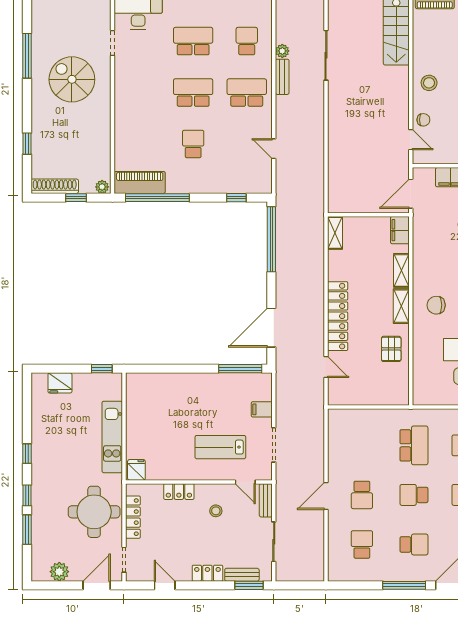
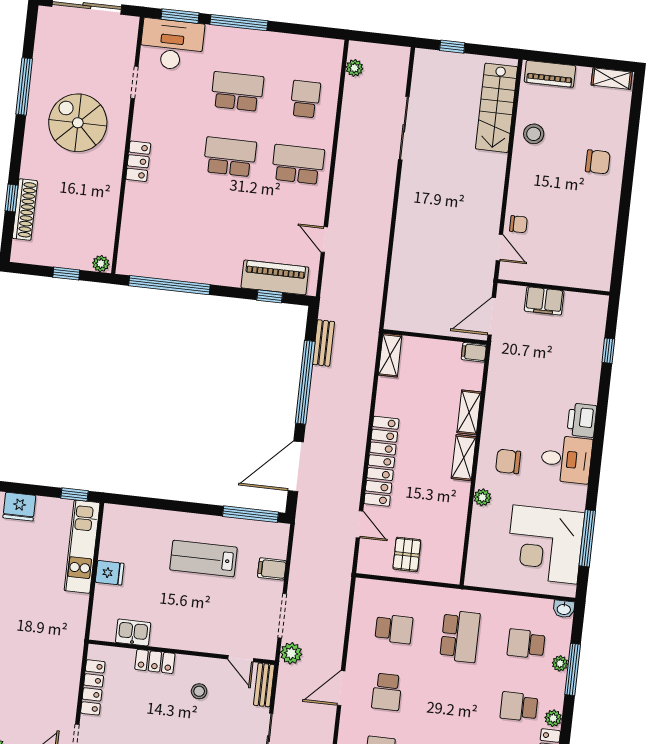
plant: (282, 51) -> (354, 68), moved
bench: (282, 77) -> (324, 343), moved
stool: (429, 83) -> (534, 134), moved
locker: (122, 104) -> (138, 161), added
school desk: (193, 144) -> (223, 222), removed
piano: (140, 182) -> (275, 277), moved
shoe rack: (55, 186) -> (25, 210), moved, turned 90
filing cabinet: (400, 230) -> (474, 352), width x0.50
window: (271, 239) -> (305, 382), moved
plant: (419, 335) -> (482, 497), added
pallet: (391, 349) -> (407, 554), moved
kitchen unit: (112, 437) -> (82, 547), moved
lab bench: (220, 447) -> (203, 559), moved
fridge: (136, 470) -> (110, 573), moved, turned 90
kitchen sink: (159, 471) -> (133, 632), added
plant: (284, 473) -> (291, 653), added
school desk: (414, 495) -> (394, 629), moved, turned 180
round table: (94, 512) -> (44, 675), removed

